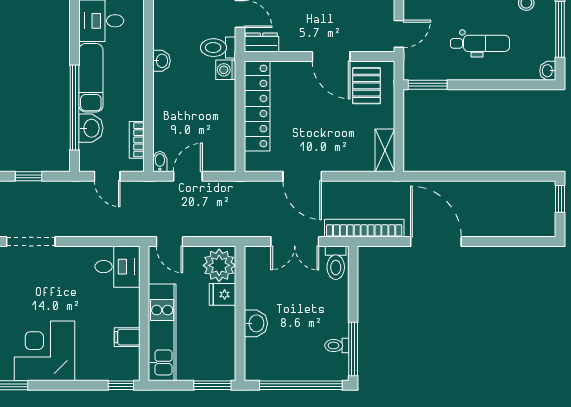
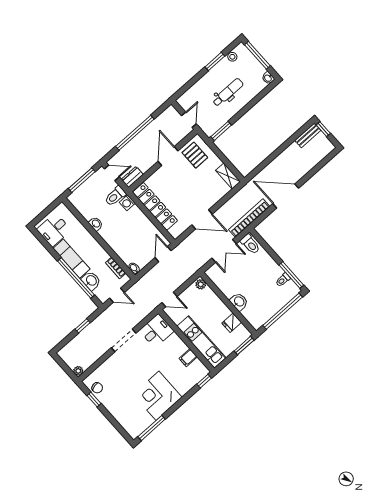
door: (331, 56) -> (168, 156), swing flipped
door: (188, 176) -> (163, 254), moved
bench: (533, 189) -> (308, 135), added
doorway: (31, 242) -> (124, 340), moved
plant: (219, 265) -> (201, 284), width x0.53, depth x0.53
fridge: (222, 294) -> (232, 323), moved

